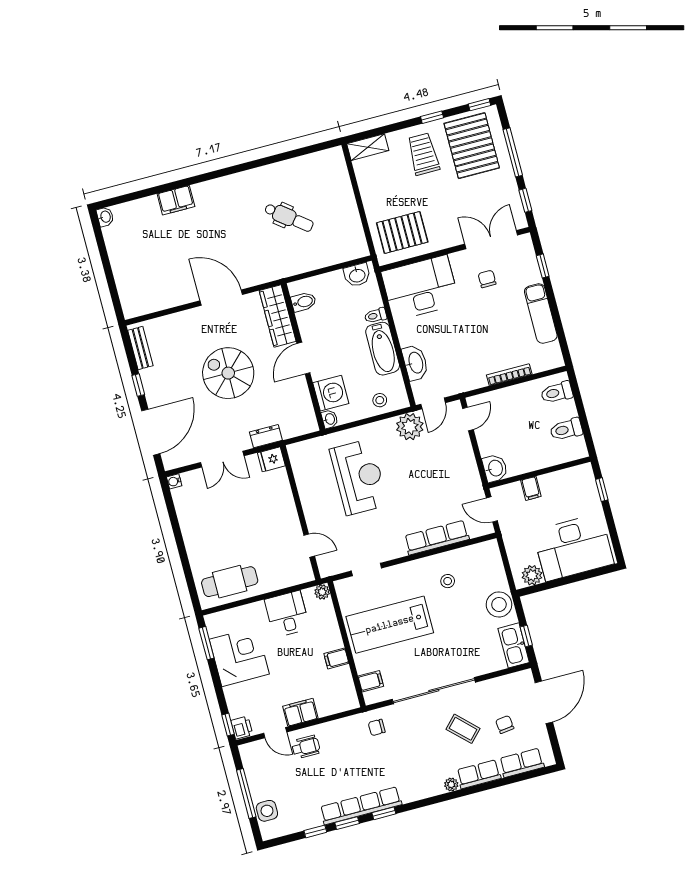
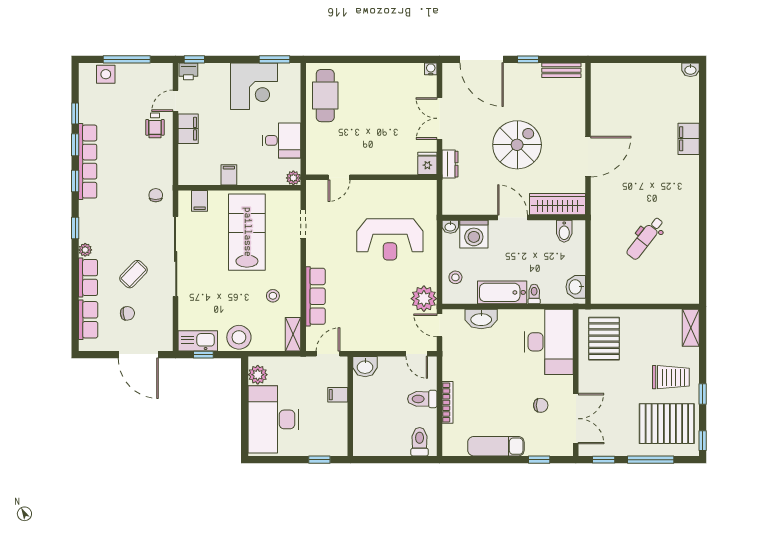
toilet: (566, 429) -> (422, 399), moved, turned -90
shelving: (481, 550) -> (293, 334), added
window: (432, 801) -> (75, 228), added

